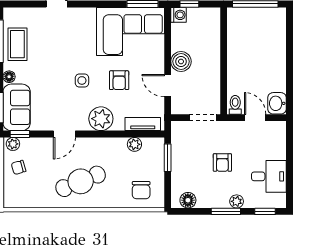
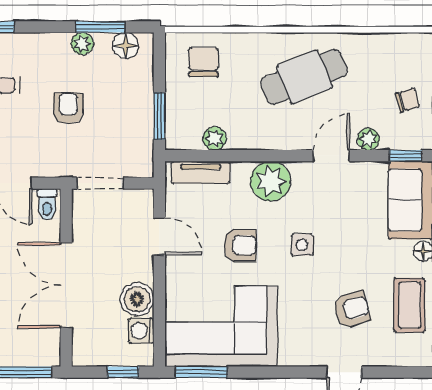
washing machine: (179, 15) -> (141, 331), moved
armchair: (52, 42) -> (352, 309), added
double door: (224, 56) -> (66, 285), added
boiler: (181, 61) -> (137, 299), moved
armchair: (119, 80) -> (240, 245), turned 90
plant: (13, 144) -> (368, 139), moved
plant: (237, 201) -> (82, 44), moved
window: (226, 211) -> (100, 27), moved

